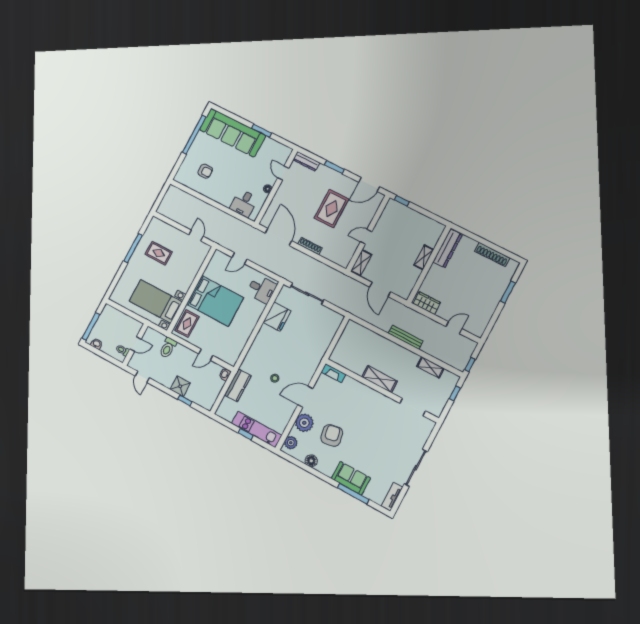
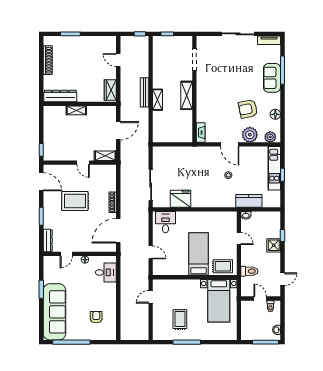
bed: (215, 301) -> (199, 254), width x0.67
shelving: (430, 367) -> (158, 100), moved

